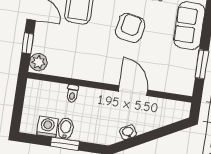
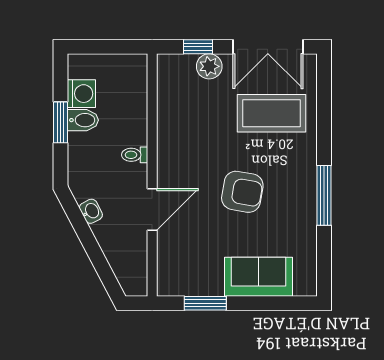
plant: (38, 62) -> (209, 66), moved
toilet: (72, 94) -> (135, 155), moved

